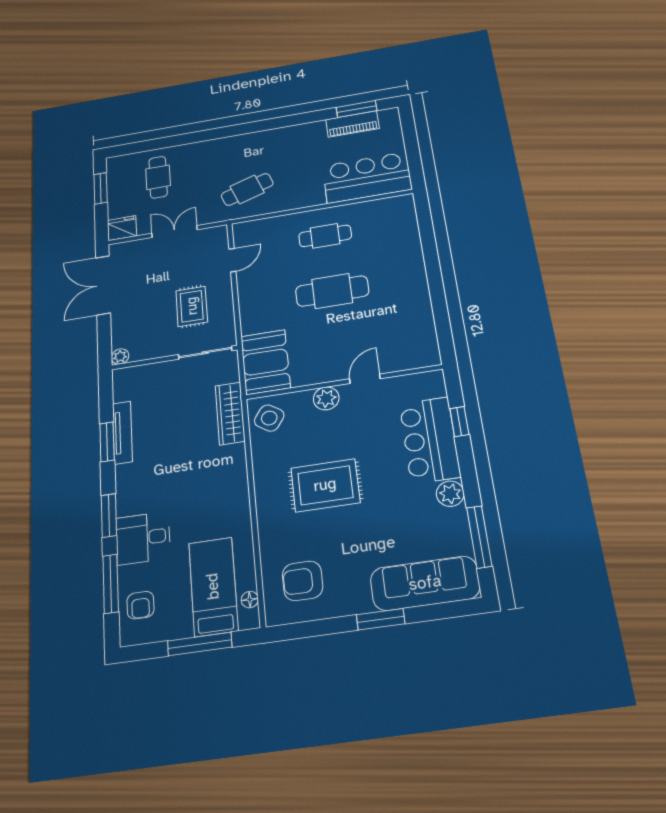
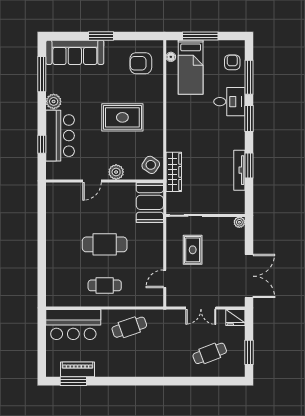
cafe table: (158, 177) -> (210, 353), turned 69
cafe table: (247, 189) -> (129, 327), moved
armchair: (303, 581) -> (141, 63), turned 180

